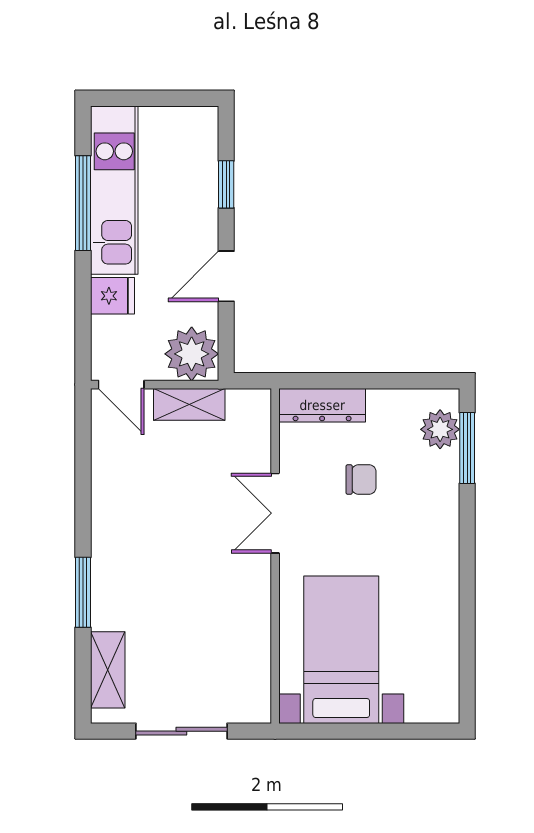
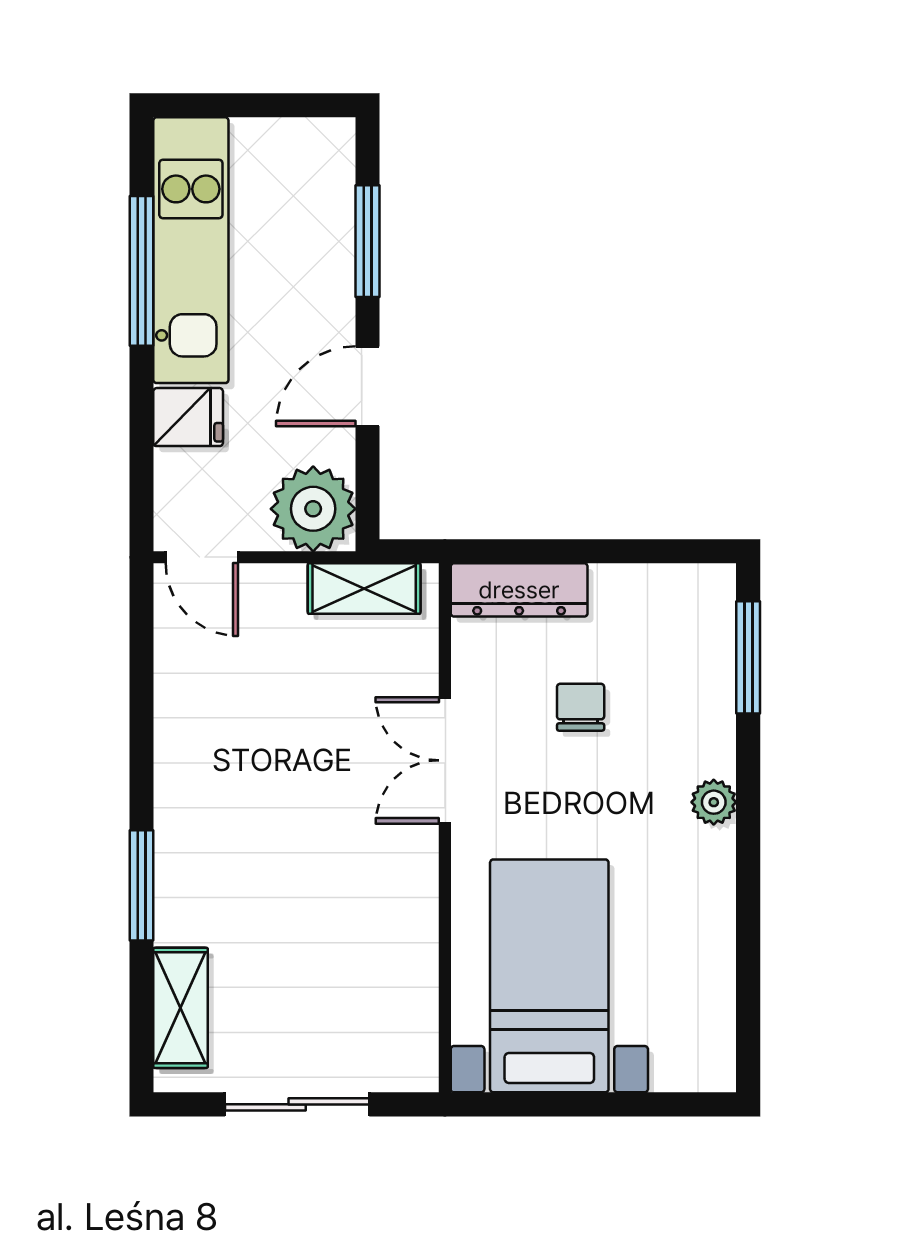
window: (226, 184) -> (368, 241), width x1.50
shelving: (189, 404) -> (364, 589), moved
plant: (440, 429) -> (714, 802), moved, width x0.73, depth x0.73
chair: (361, 480) -> (581, 707), turned -90

